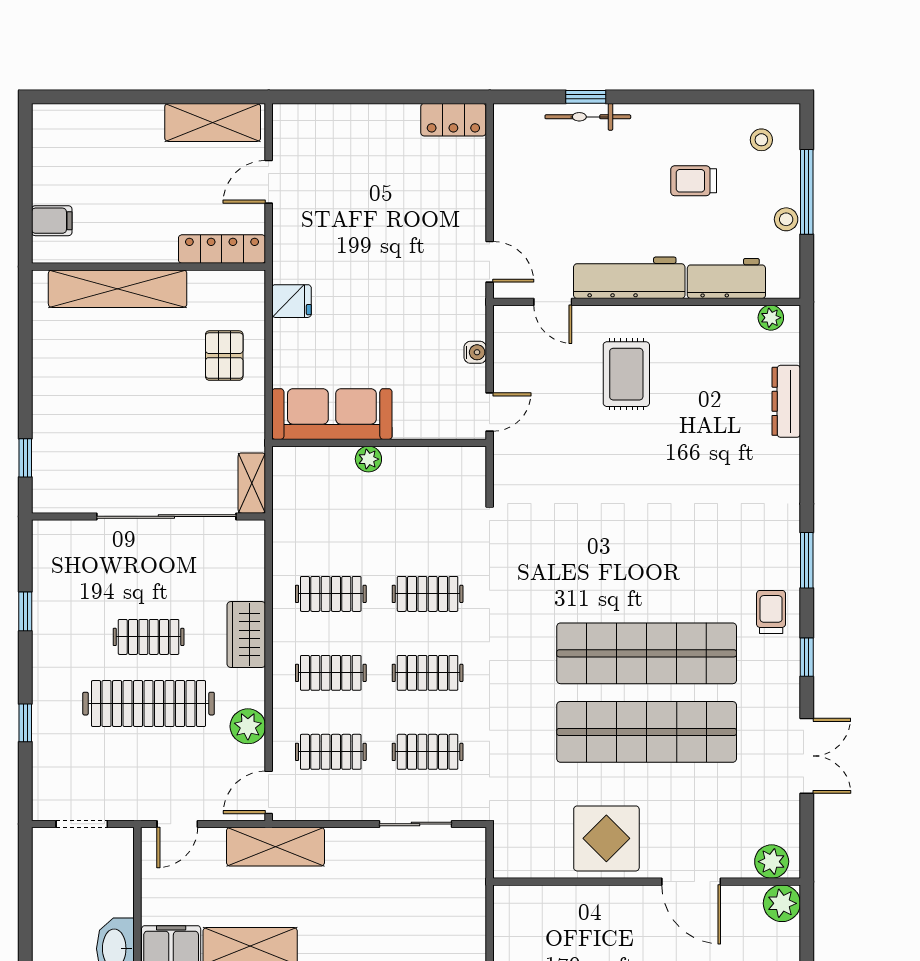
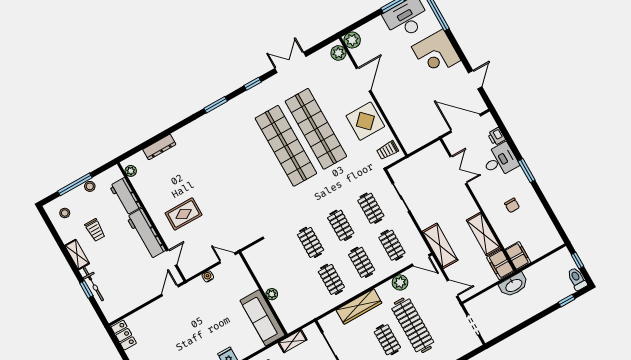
shelving: (665, 118) -> (77, 255), added
shelving: (252, 483) -> (293, 341), moved
trolley: (771, 612) -> (388, 150), moved
wardrobe: (246, 634) -> (359, 306), width x1.50

